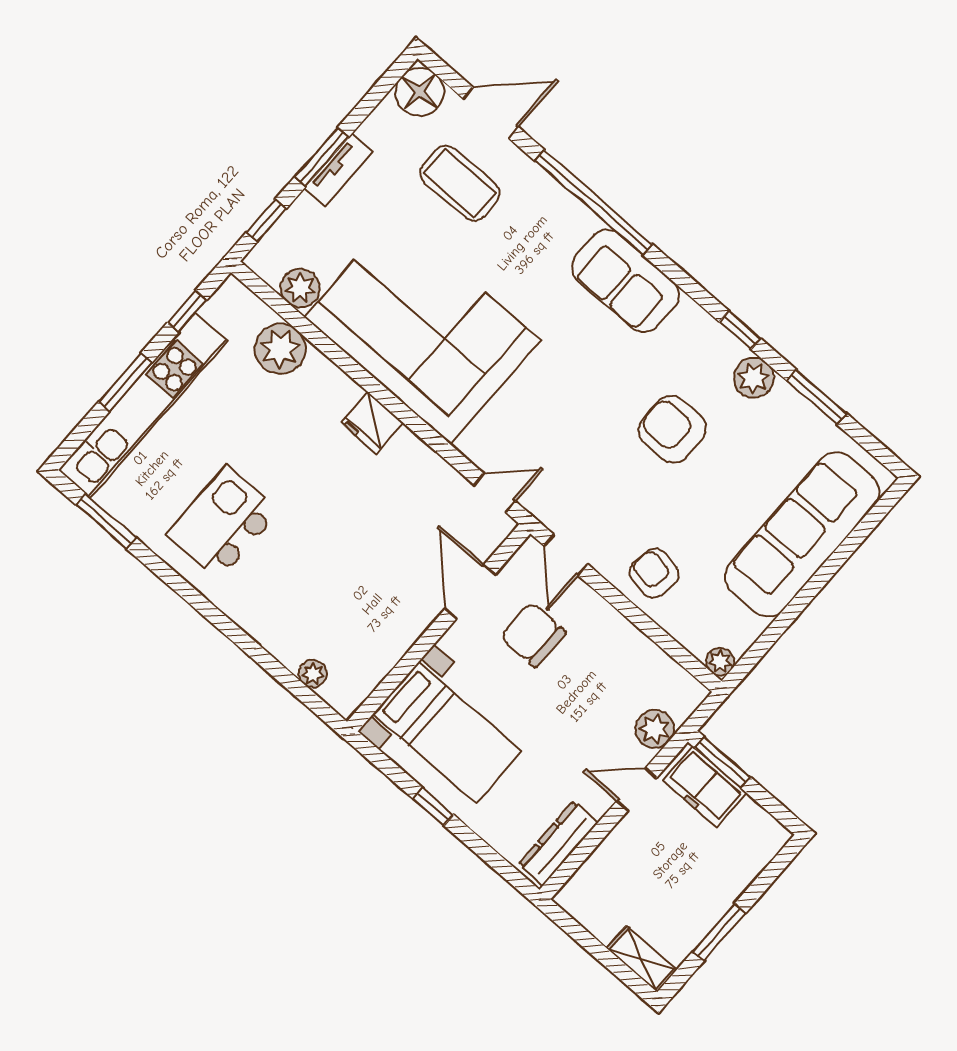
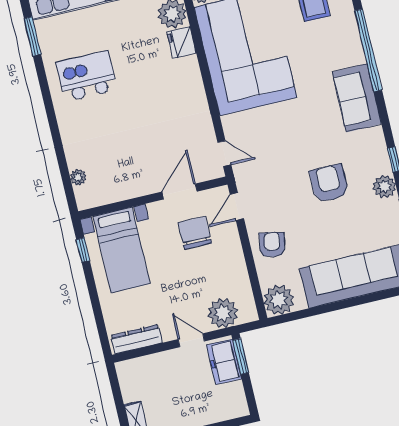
fridge: (372, 423) -> (182, 42), moved
plant: (720, 662) -> (279, 300), width x1.87, depth x1.87
plant: (654, 729) -> (223, 313), width x1.36, depth x1.36
window: (433, 807) -> (83, 250), moved

